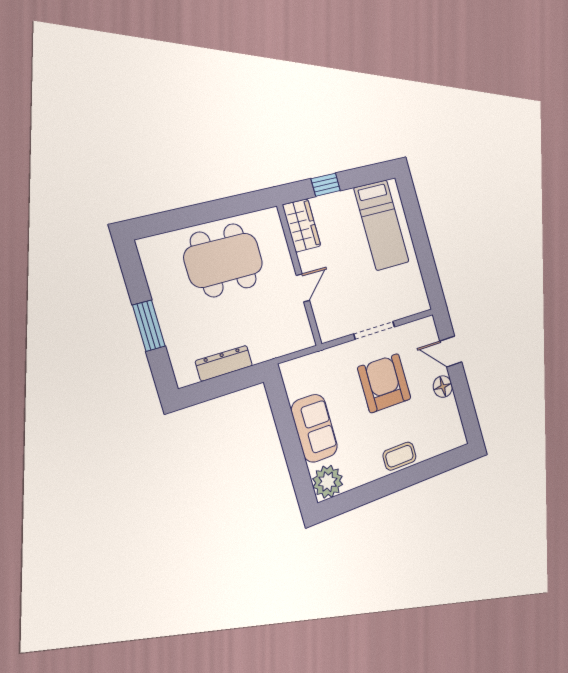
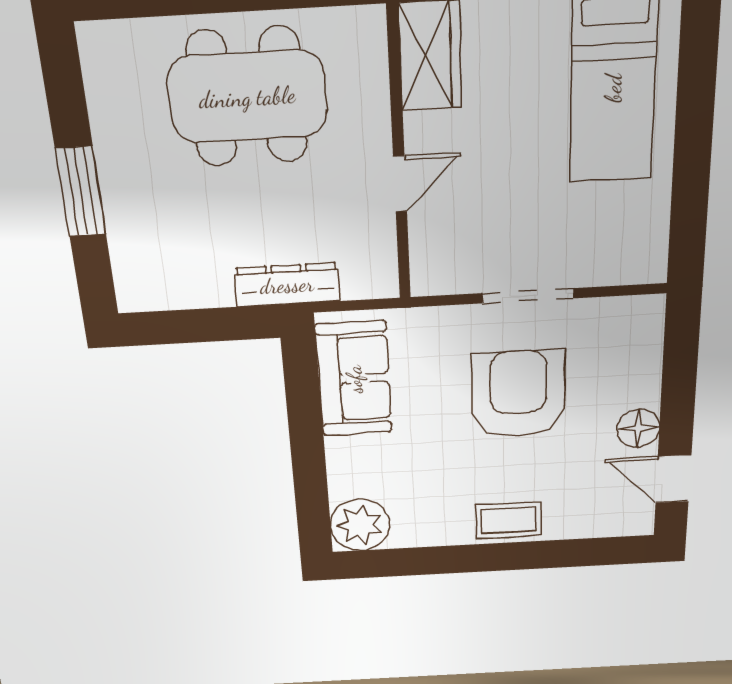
door: (451, 352) -> (673, 479), moved
dresser: (224, 363) -> (287, 285), moved
sofa: (314, 428) -> (354, 379), moved

